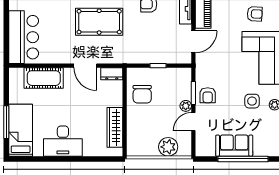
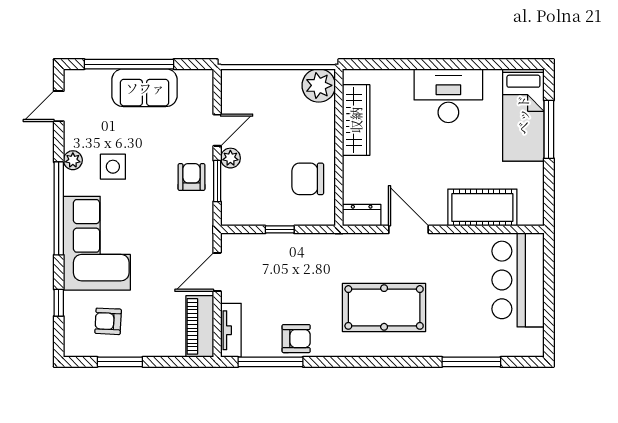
chair: (142, 94) -> (308, 179), turned -90
plant: (168, 147) -> (319, 85), moved

